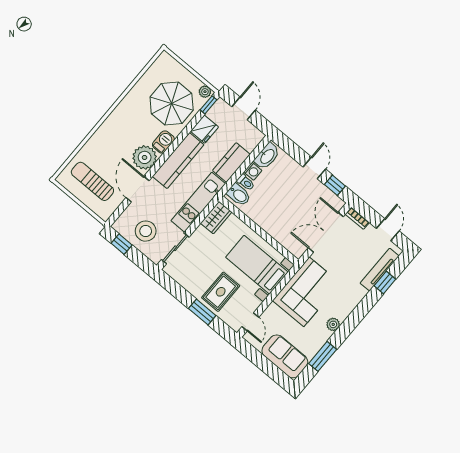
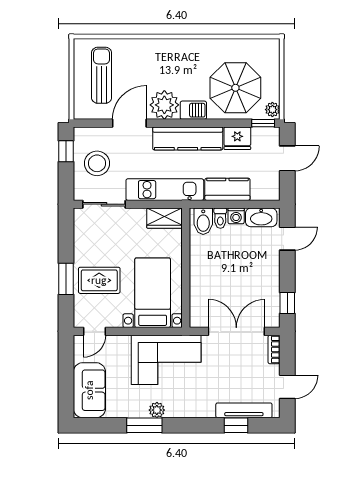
door: (314, 168) -> (287, 239), moved
window: (323, 356) -> (144, 425), moved

